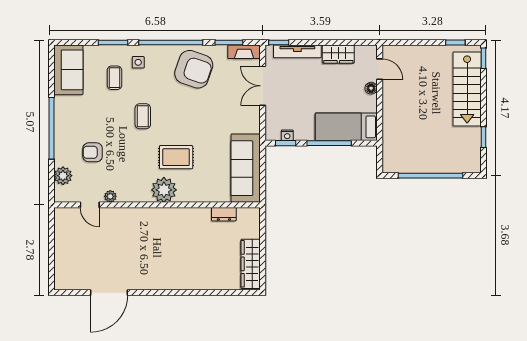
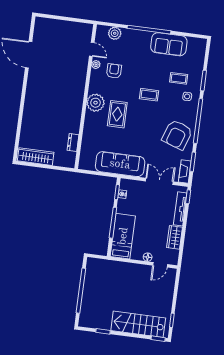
sofa: (68, 70) -> (169, 44), moved
armchair: (93, 152) -> (114, 71), moved
sofa: (246, 168) -> (120, 164), moved
door: (90, 205) -> (92, 49), swing flipped

